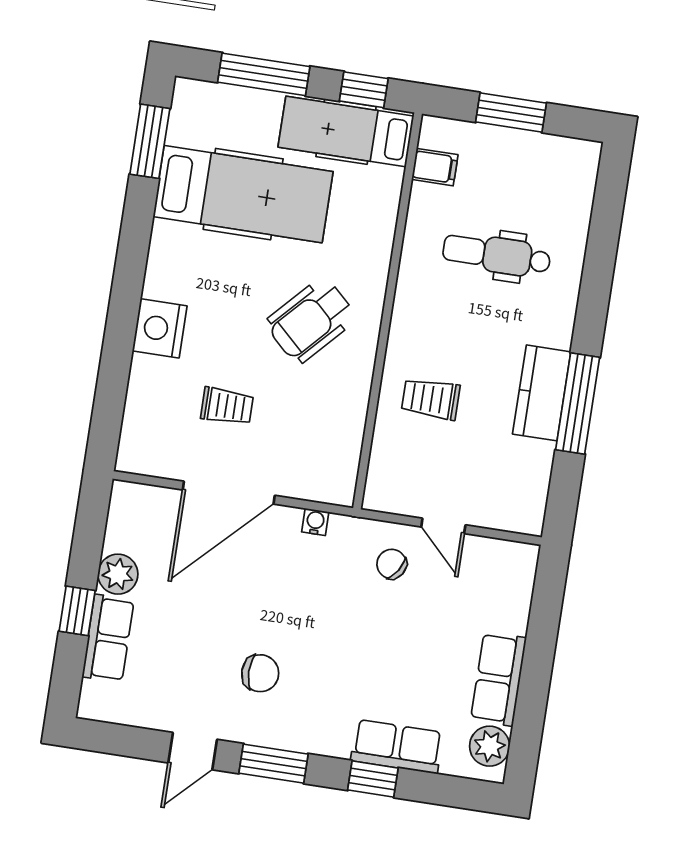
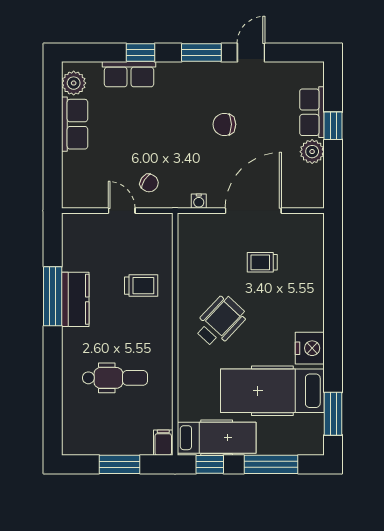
filing cabinet: (435, 167) -> (163, 443), moved, turned 90
nightstand: (160, 328) -> (310, 348), moved
chair: (260, 673) -> (224, 124), moved

